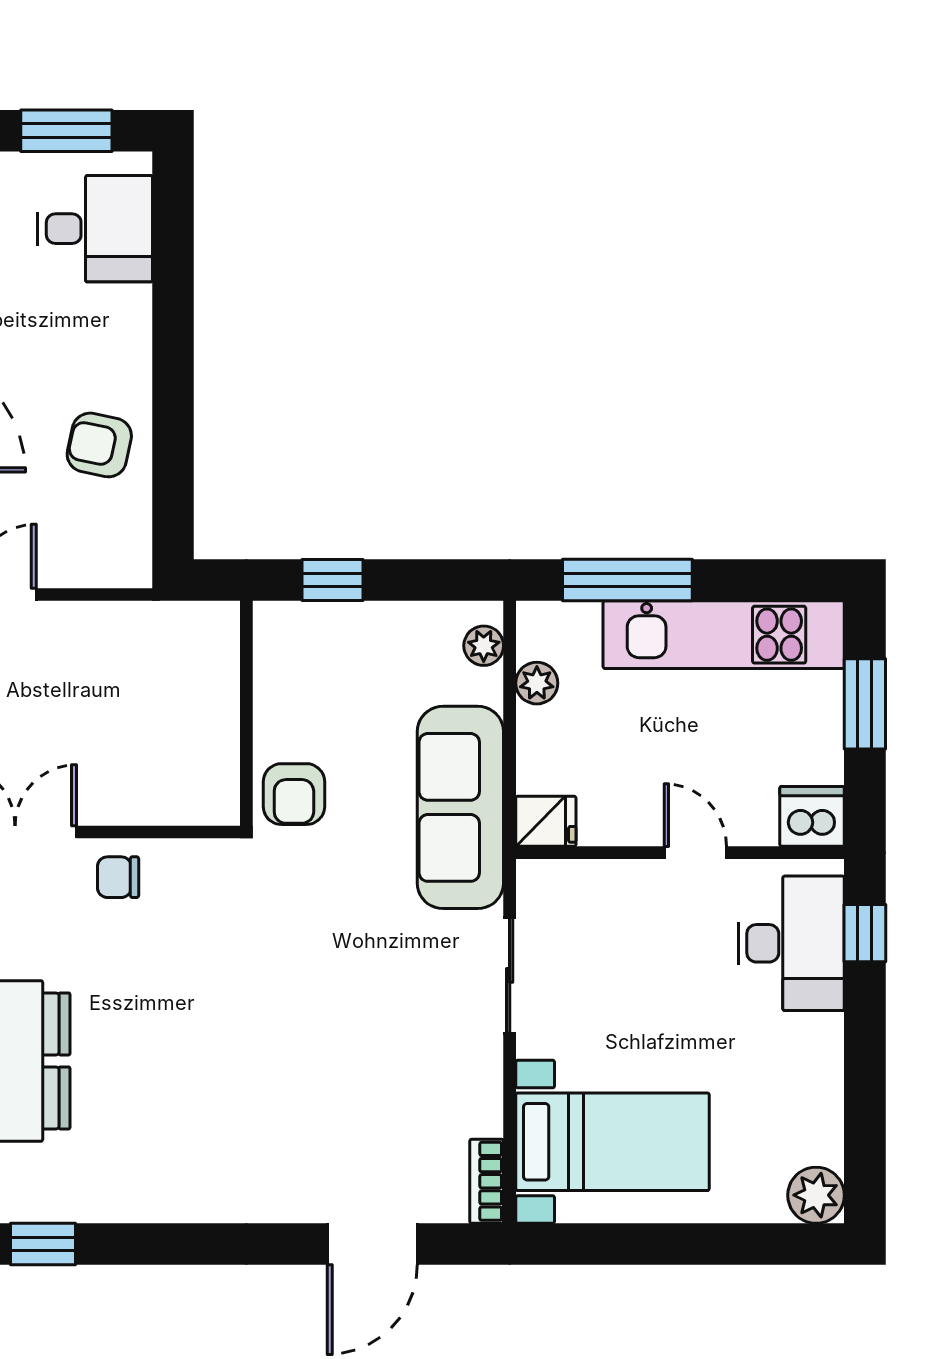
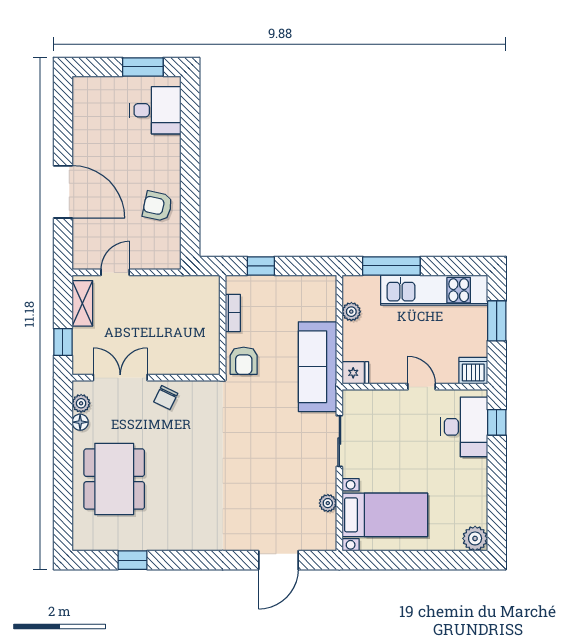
plant: (484, 646) -> (328, 503), moved
chair: (118, 877) -> (166, 398), turned -64
bookcase: (487, 1181) -> (233, 313), moved, turned 180

